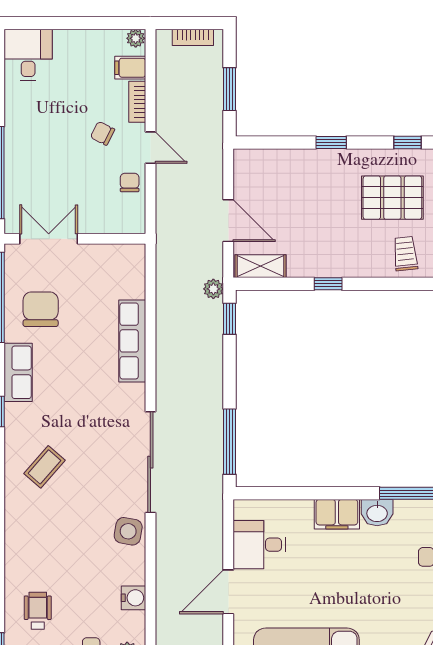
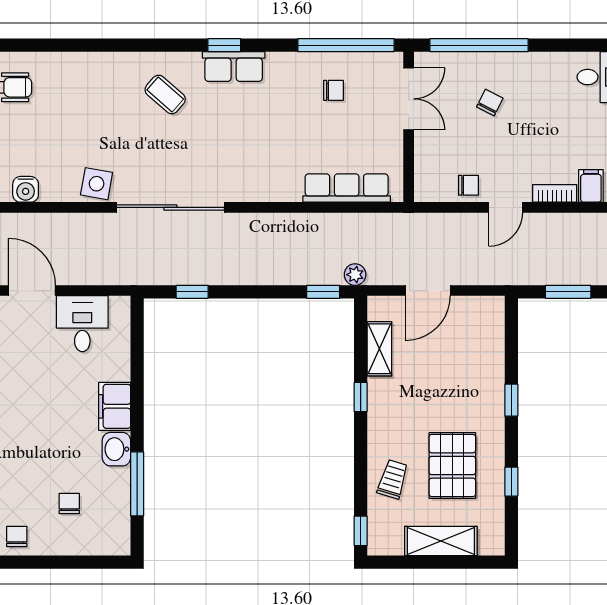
chair: (102, 133) -> (490, 102), moved
trolley: (405, 254) -> (393, 479), turned -67
shelving: (261, 266) -> (379, 349), moved
chair: (41, 309) -> (333, 90), width x0.54, depth x0.54
row of seats: (132, 341) -> (347, 188), moved
row of seats: (18, 372) -> (234, 66), moved
window: (230, 442) -> (192, 292), width x0.46

